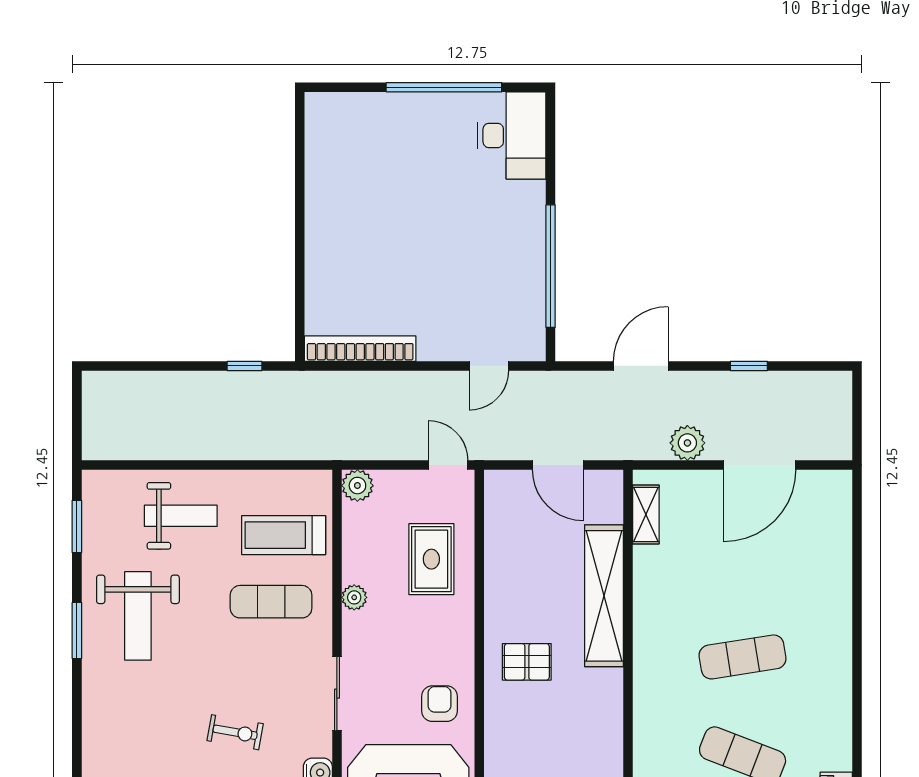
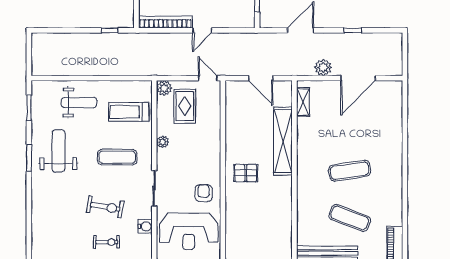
door: (489, 366) -> (202, 30), moved
rug: (431, 559) -> (185, 106), moved
exercise mat: (271, 602) -> (117, 157), moved
weight bench: (138, 616) -> (58, 151), turned 180
exercise bike: (235, 732) -> (105, 207), width x1.38, depth x1.39

